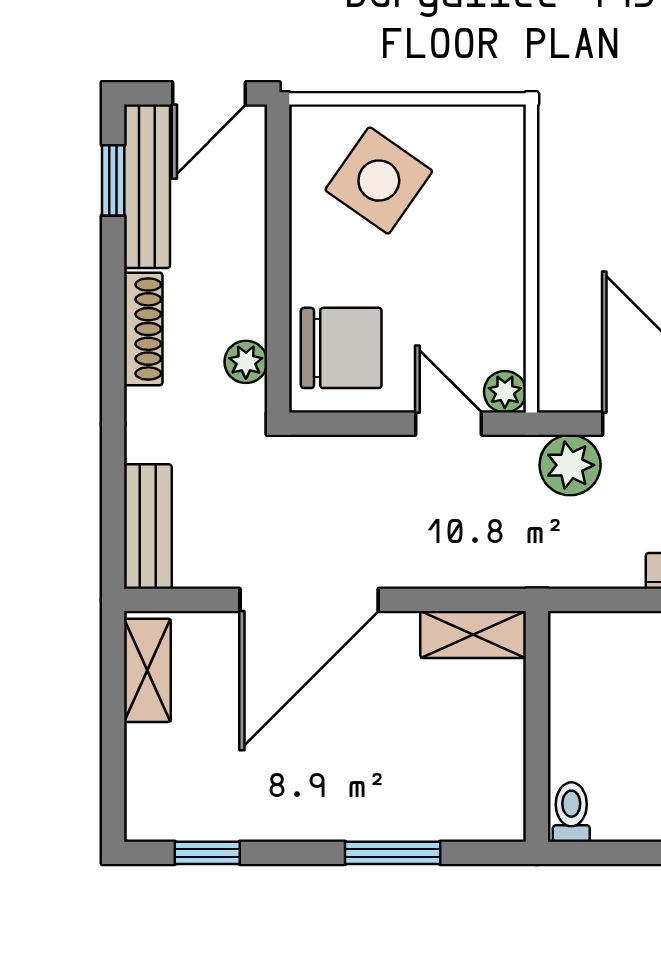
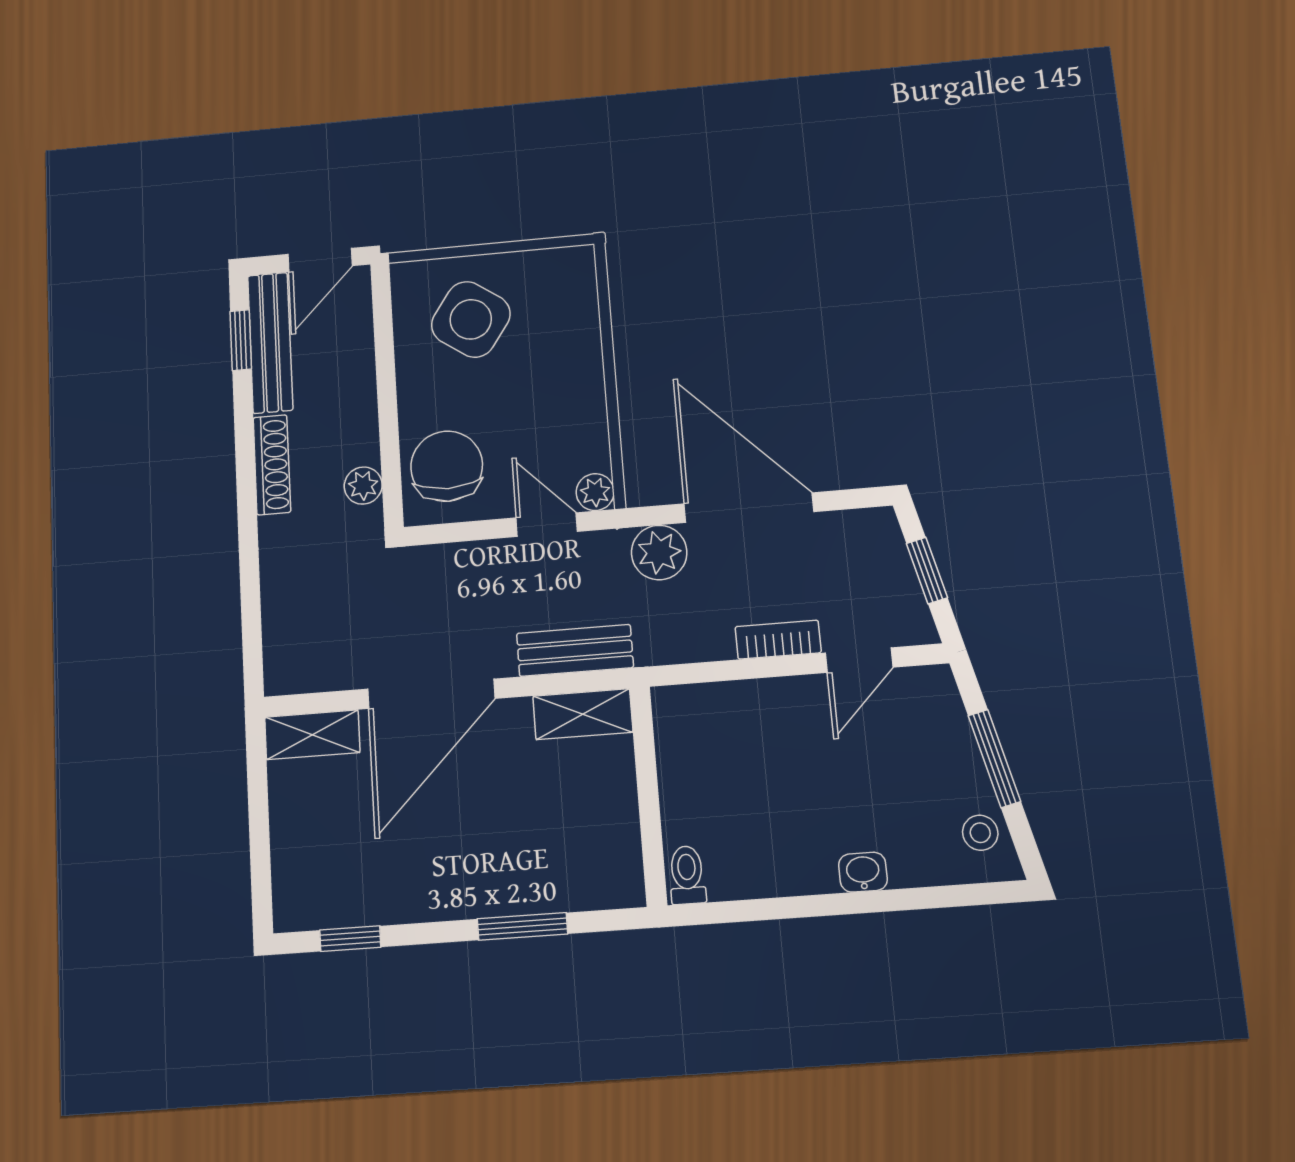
chair: (341, 348) -> (447, 466), turned -90
bench: (148, 526) -> (575, 650), moved, turned 90
shelving: (147, 670) -> (312, 735), moved, turned 90

